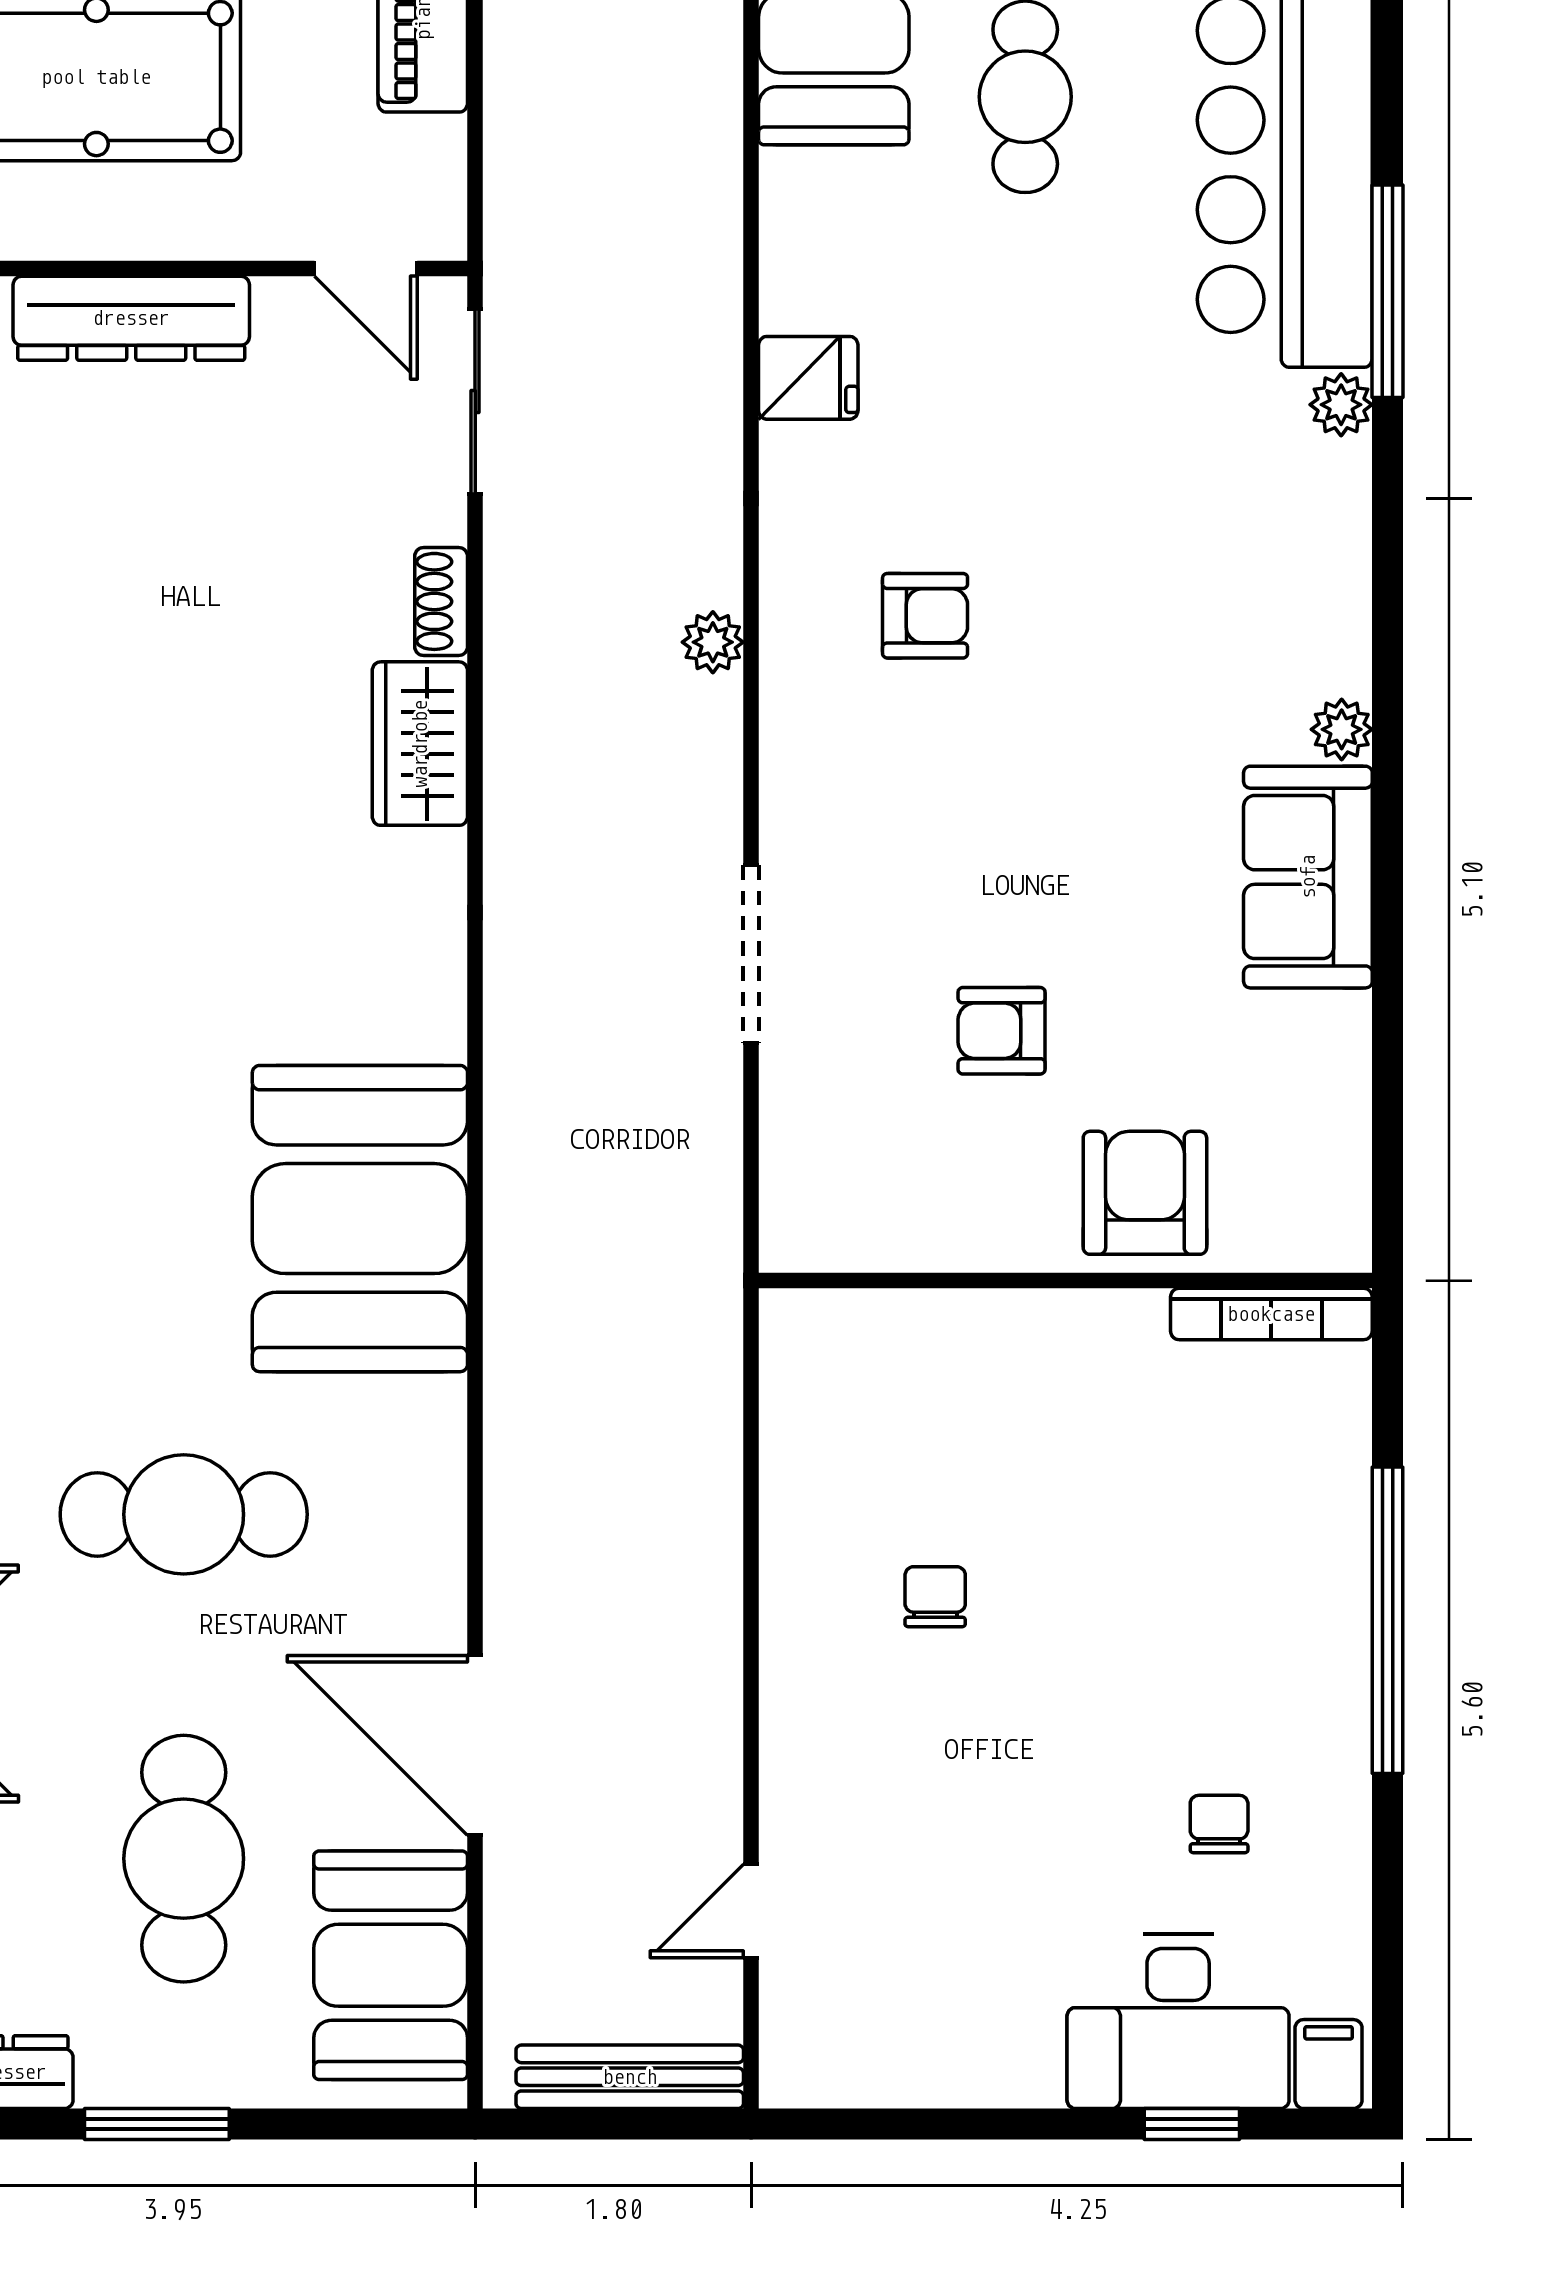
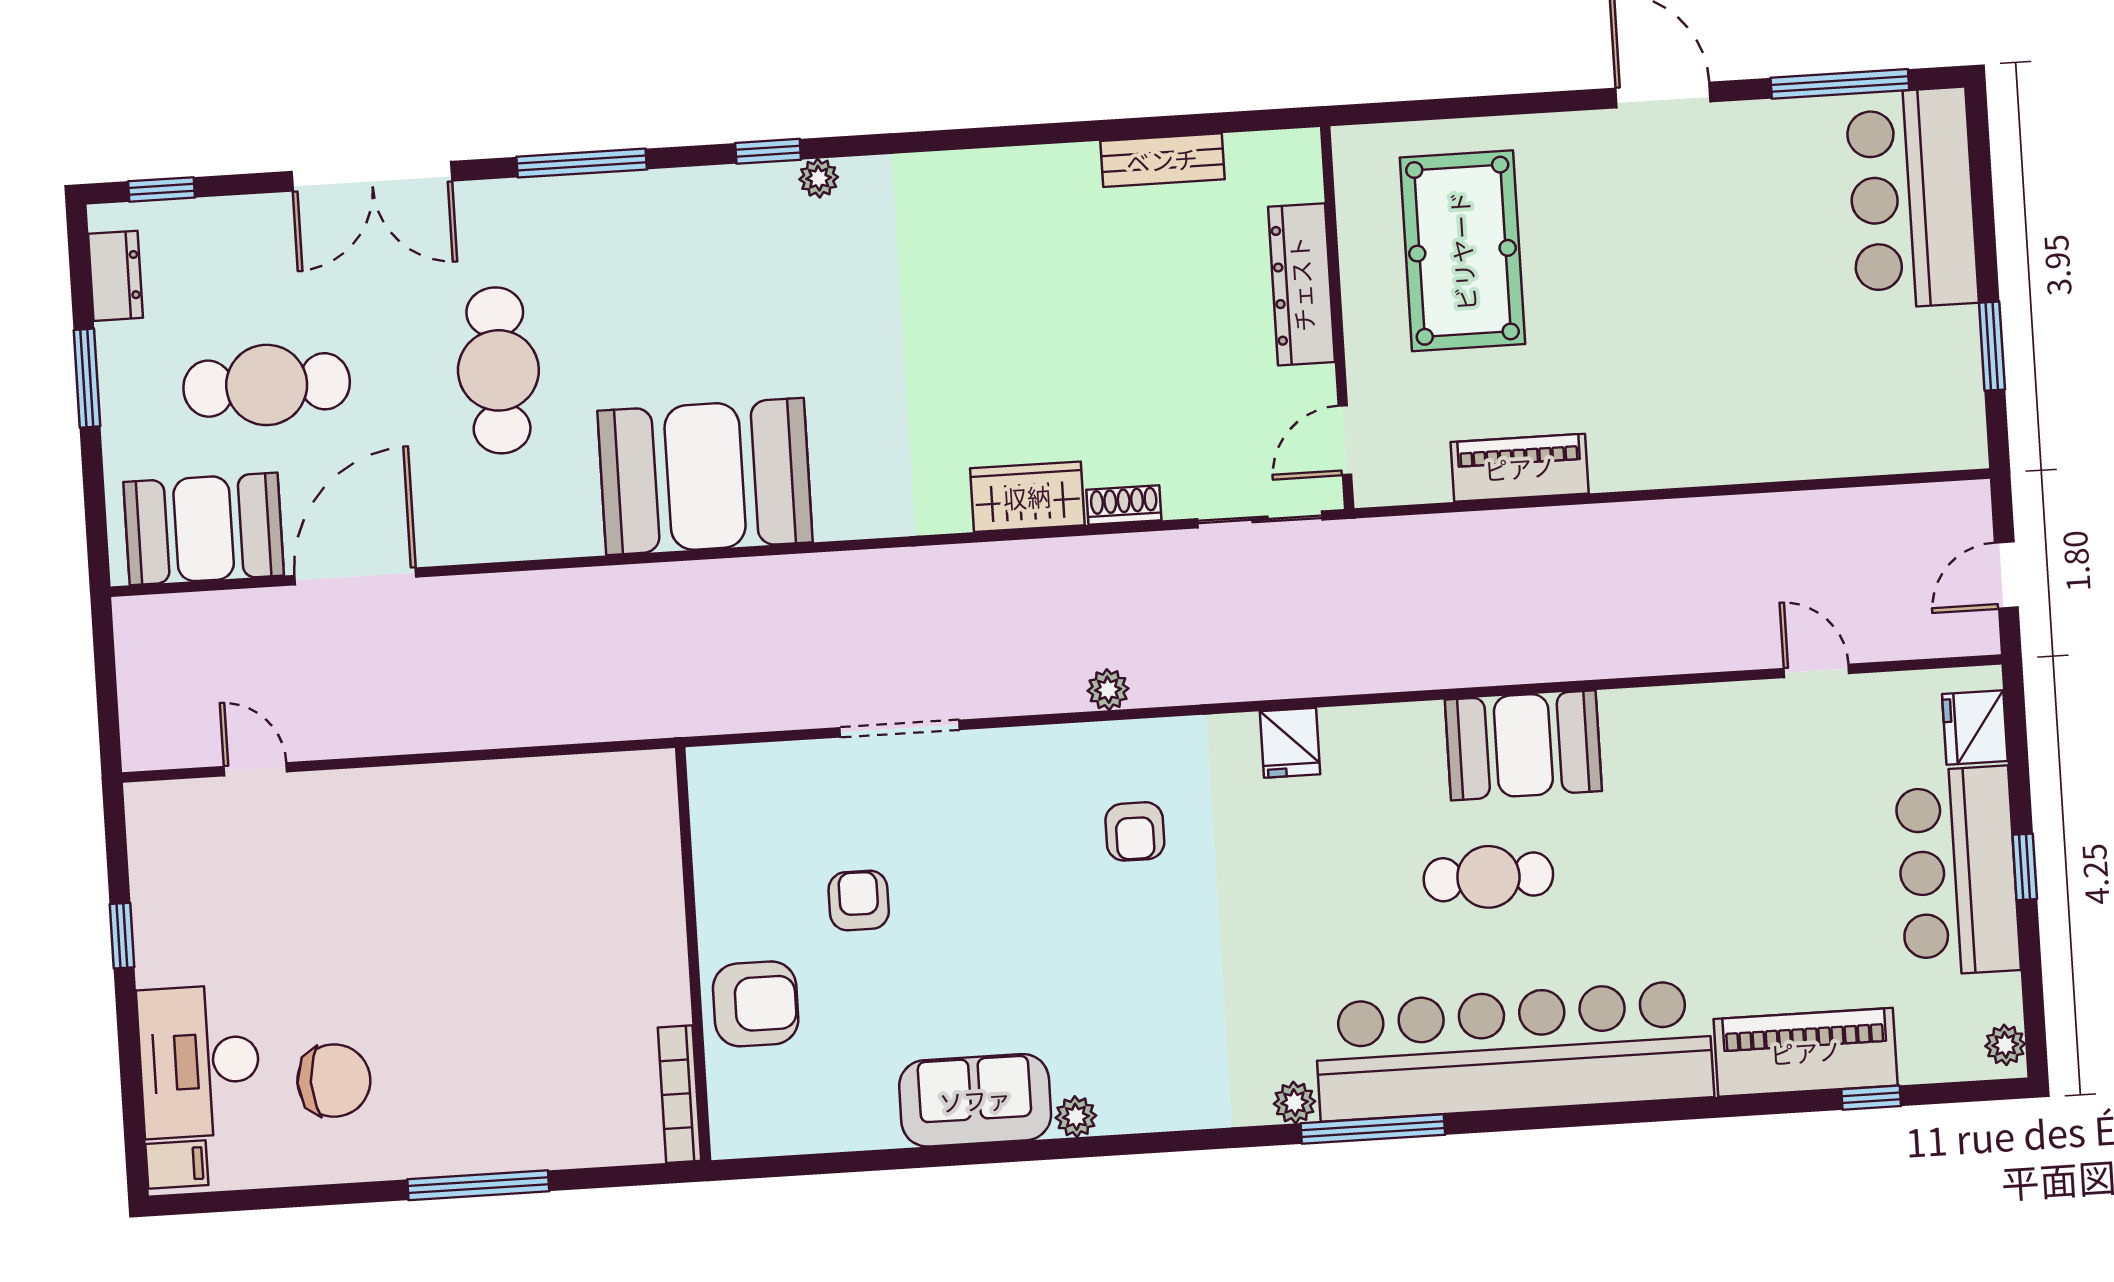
chair: (935, 1597) -> (475, 880), removed
window: (1387, 1620) -> (478, 1185), width x0.68
chair: (1219, 1824) -> (334, 1081), width x1.87, depth x1.87
bench: (630, 2077) -> (139, 695), removed
window: (1192, 2124) -> (122, 936), moved

